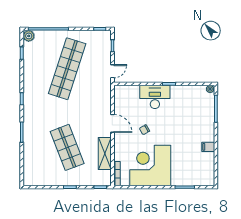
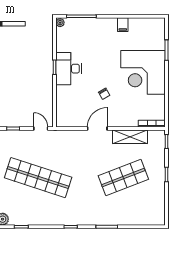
desk: (155, 97) -> (69, 69), moved
corner desk: (150, 166) -> (143, 72), moved

